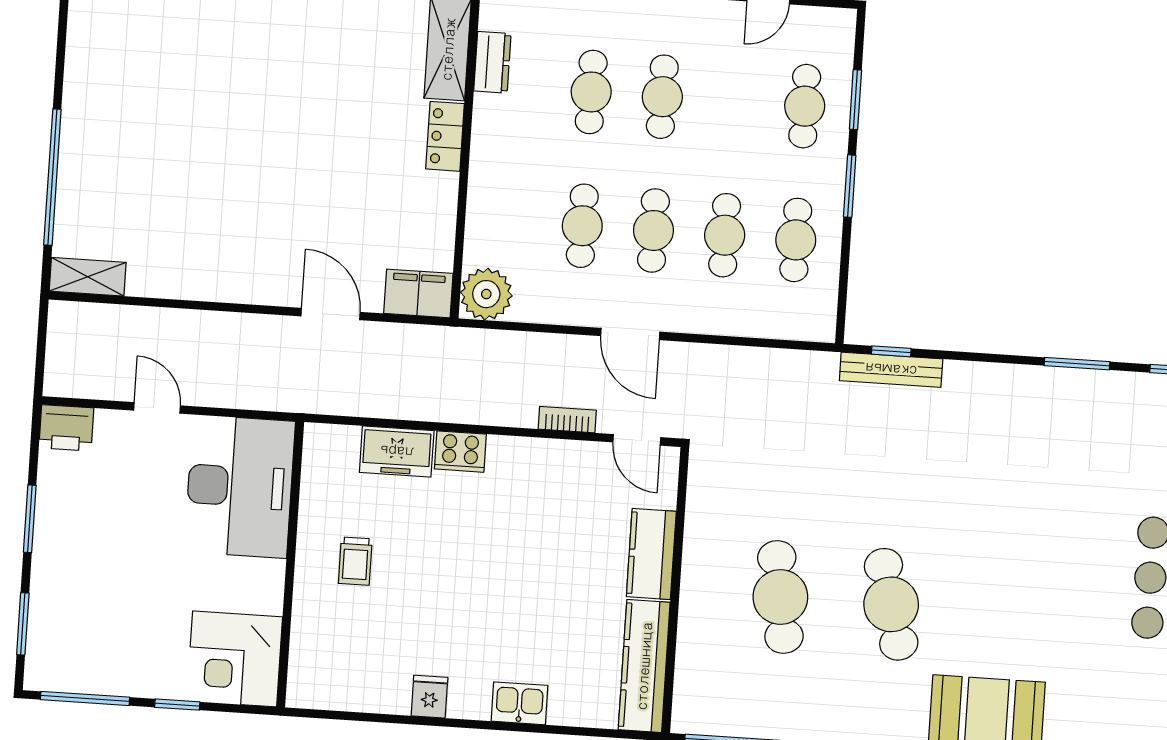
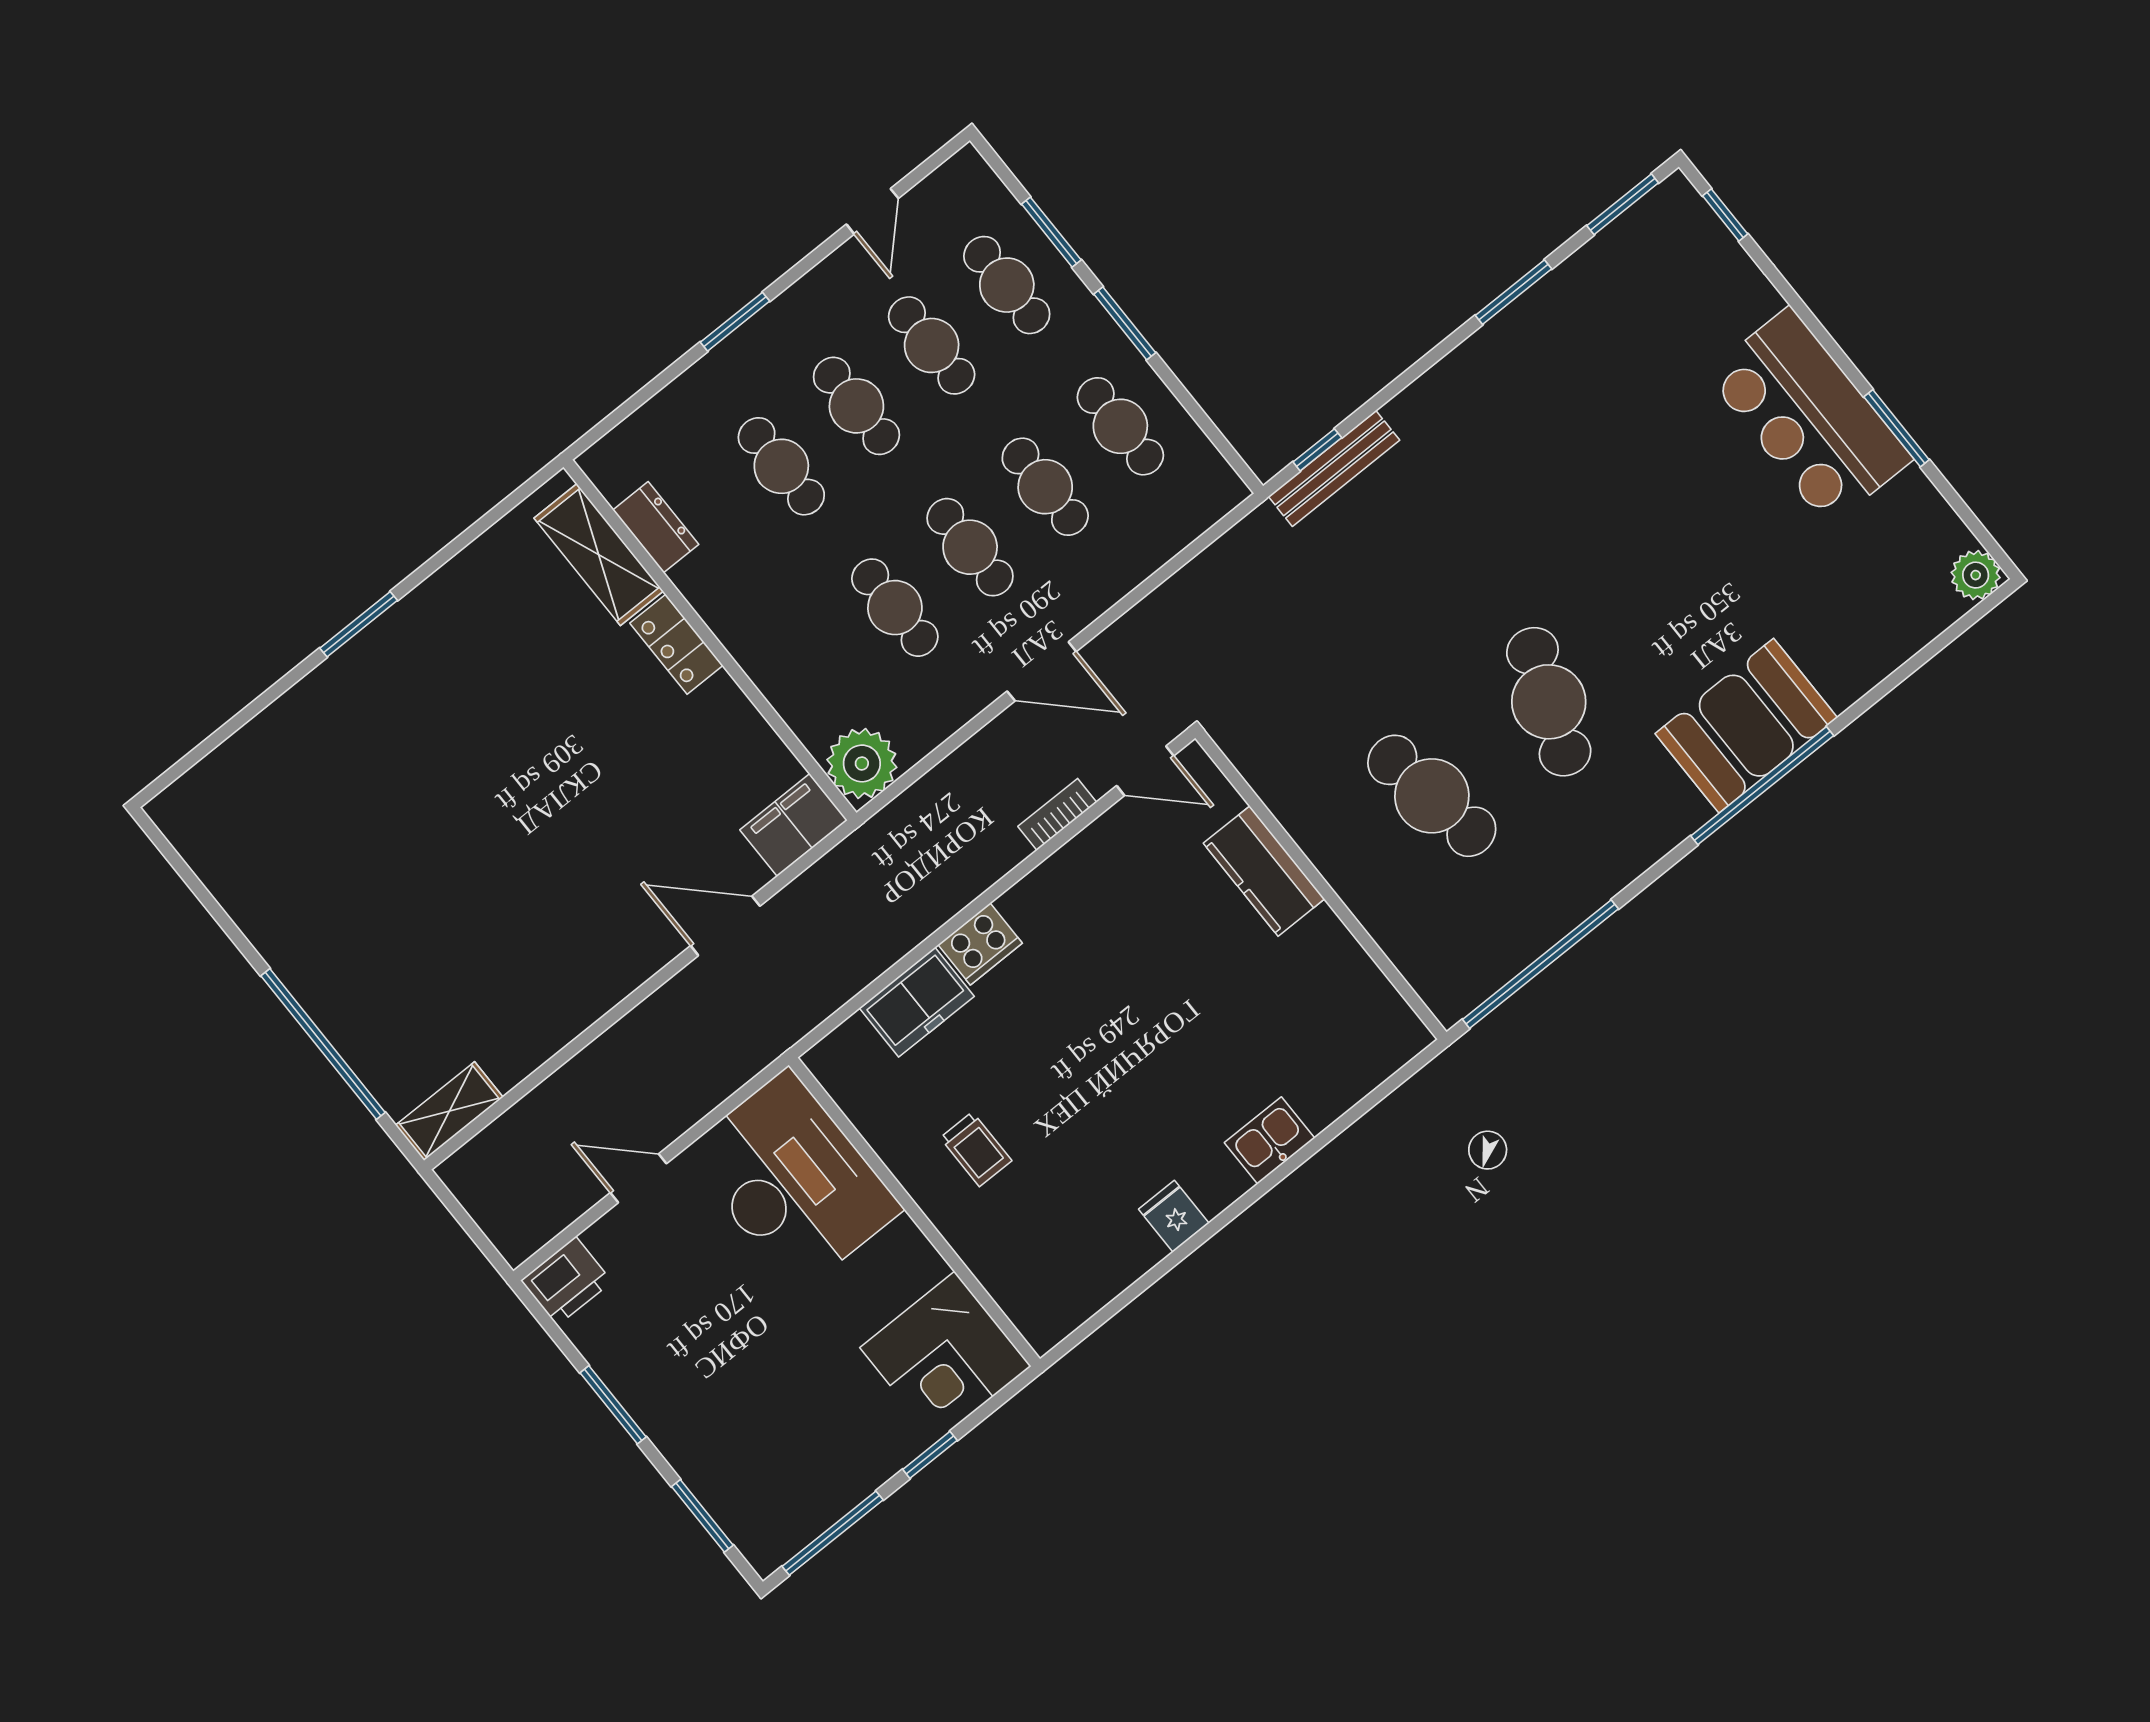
cafe table: (734, 101) -> (932, 345), added
cafe table: (891, 604) -> (1549, 702), turned 36
kitchen counter: (644, 666) -> (1359, 989), removed

